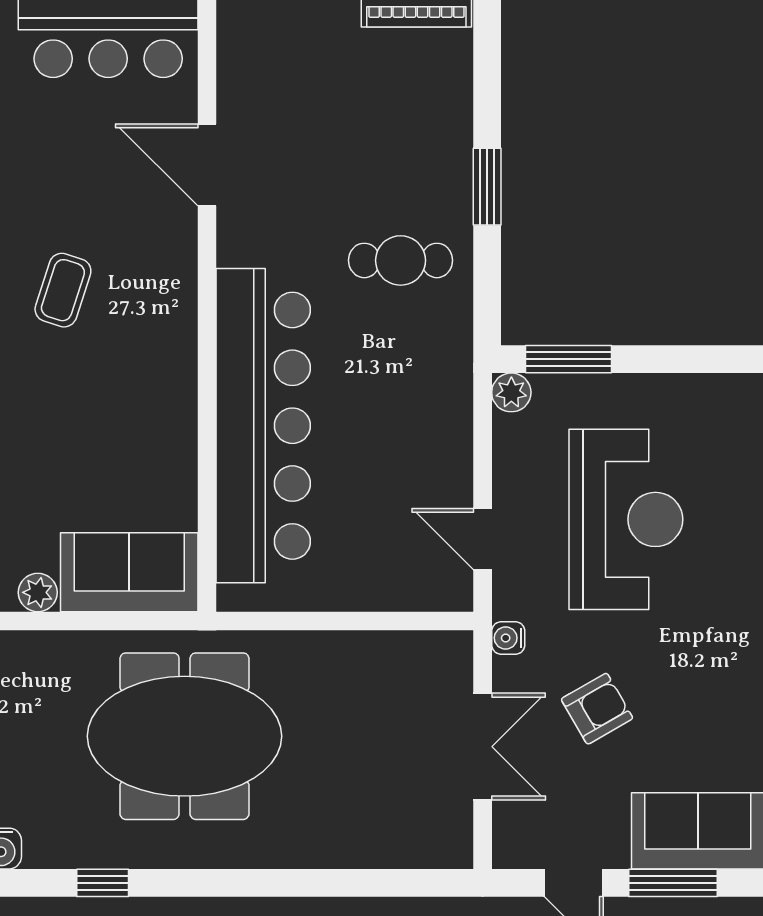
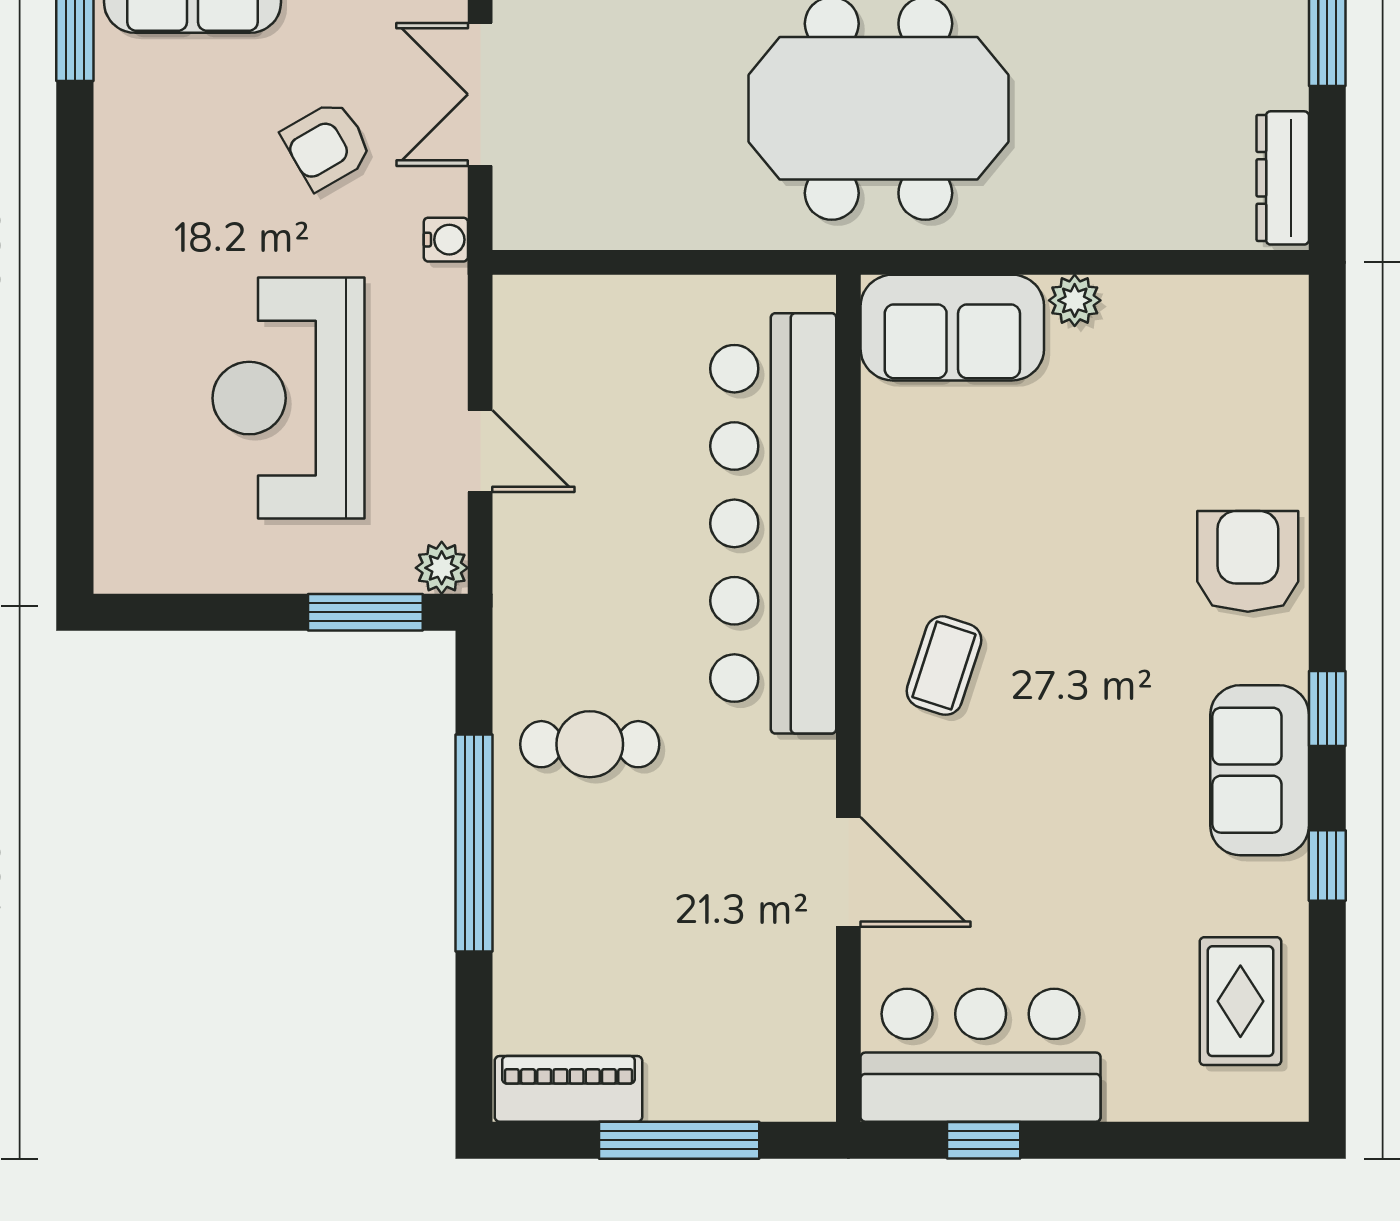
window: (487, 187) -> (474, 843), width x2.11
coffee table: (63, 290) -> (944, 666), moved
door: (483, 539) -> (480, 451), moved

